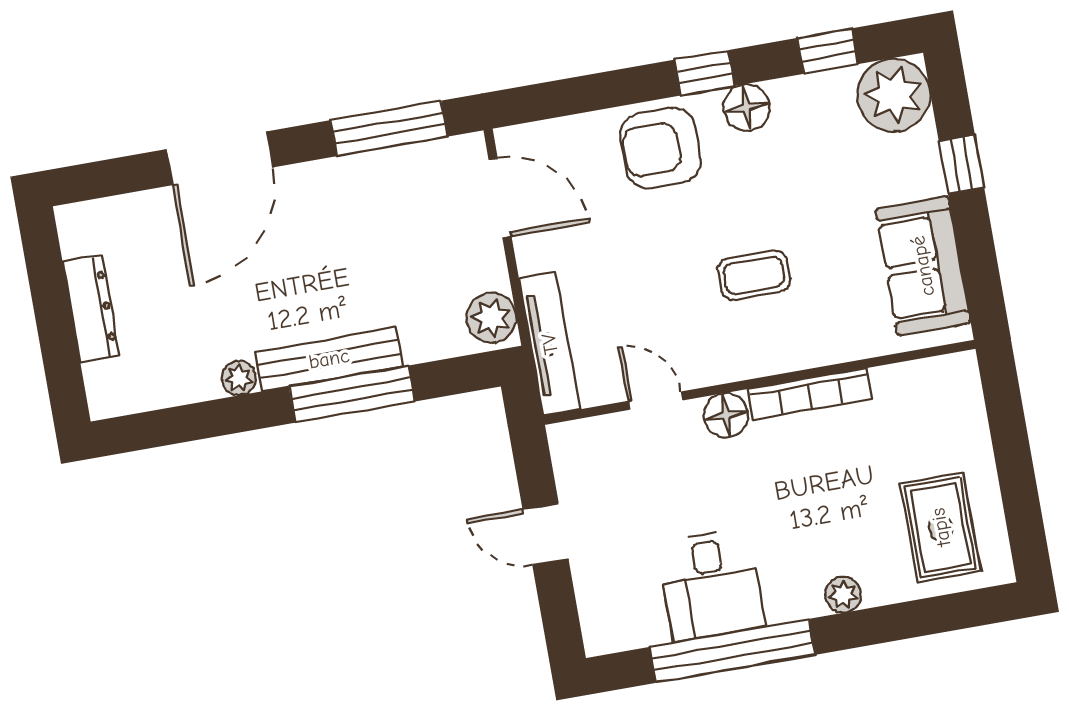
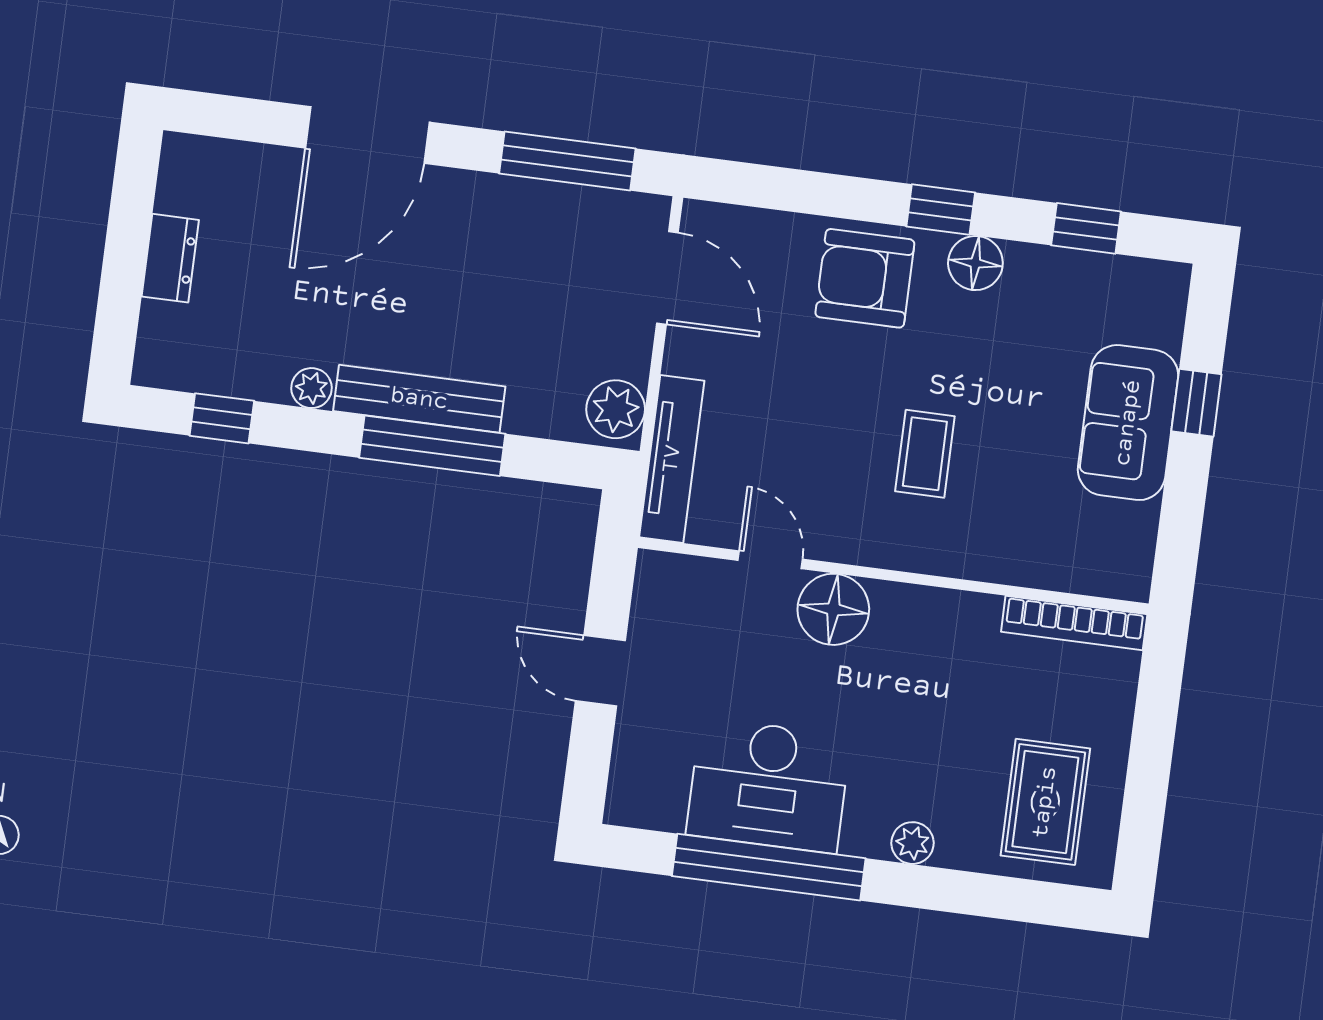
plant: (894, 95) -> (1145, 301), removed
sofa: (923, 266) -> (1128, 423), moved
coffee table: (754, 275) -> (925, 454), turned 90
dresser: (91, 308) -> (170, 258), width x0.70
bookcase: (810, 394) -> (1074, 623), moved
floor lamp: (726, 415) -> (833, 609), width x1.38, depth x1.38
window: (174, 425) -> (222, 418), added
desk: (711, 584) -> (769, 785), width x1.37

